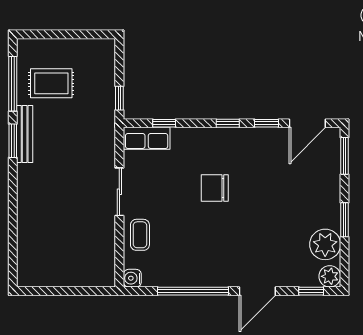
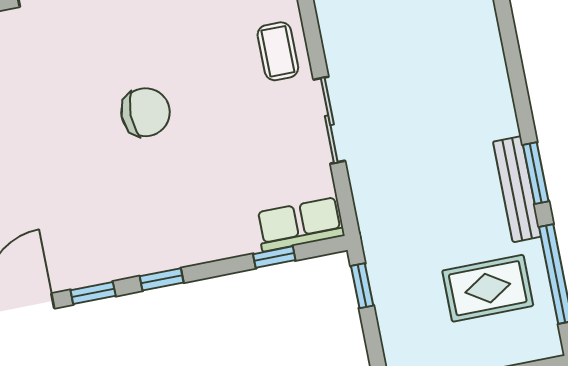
chair: (215, 188) -> (145, 112), moved

